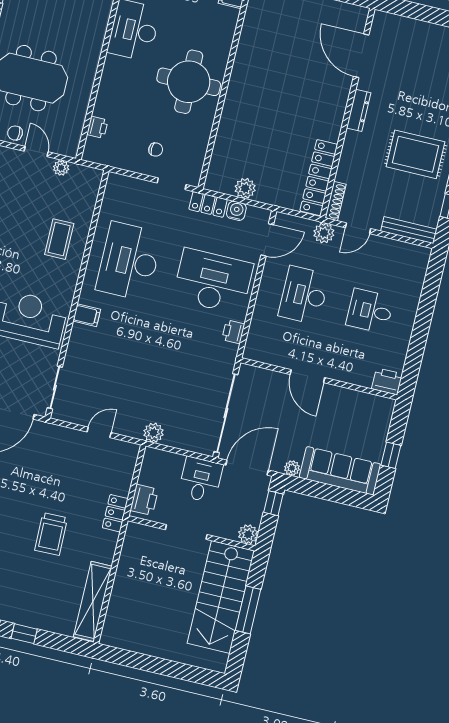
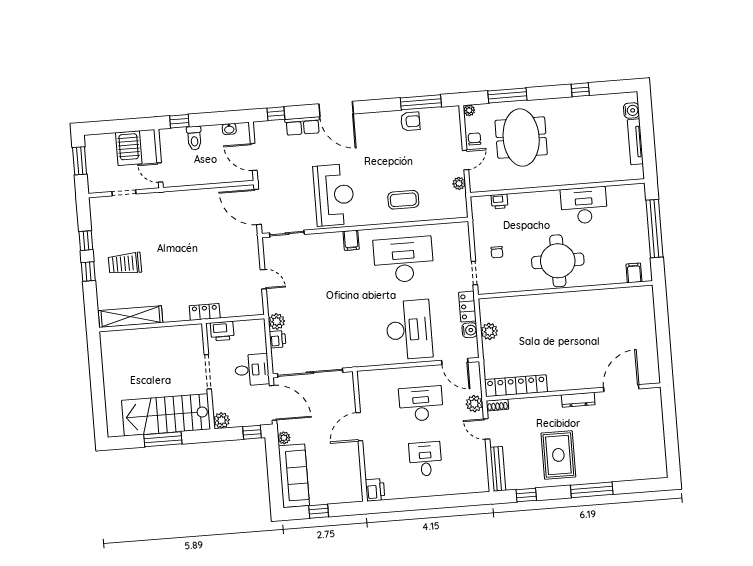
shoe rack: (335, 201) -> (497, 405), width x0.70
printer: (233, 332) -> (278, 339), moved, turned 90
trolley: (51, 534) -> (125, 264), moved

